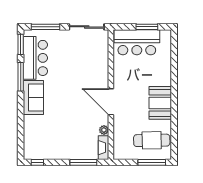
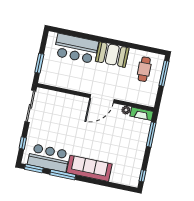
window: (45, 27) -> (23, 143), width x0.46
window: (147, 27) -> (39, 63), moved
bar counter: (137, 42) -> (76, 48), moved, turned 90
sofa: (33, 98) -> (89, 168), width x1.36
cafe table: (152, 140) -> (144, 69), width x0.73, depth x0.74

